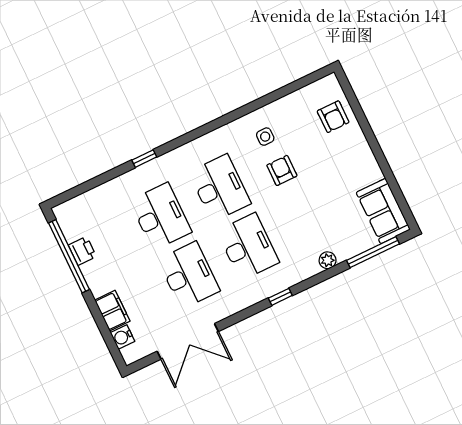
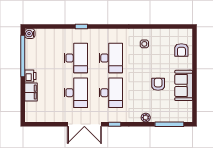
armchair: (282, 170) -> (158, 84), moved
sofa: (383, 211) -> (184, 85), moved
printer: (82, 251) -> (30, 76), moved
water cooler: (123, 337) -> (30, 34), moved
double door: (188, 341) -> (84, 124), moved

